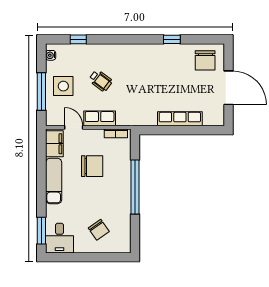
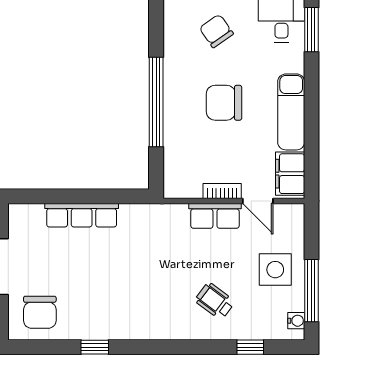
chair: (205, 60) -> (40, 312), turned 180
wheelchair: (100, 81) -> (215, 301), moved
window: (41, 92) -> (311, 291), moved
bookcase: (116, 133) -> (222, 191), moved
chair: (92, 166) -> (224, 103), moved

